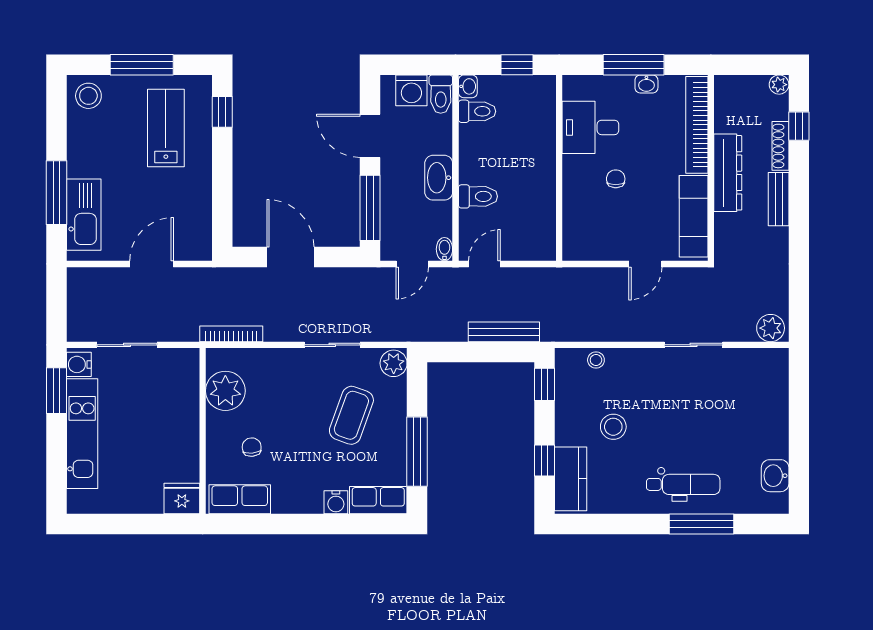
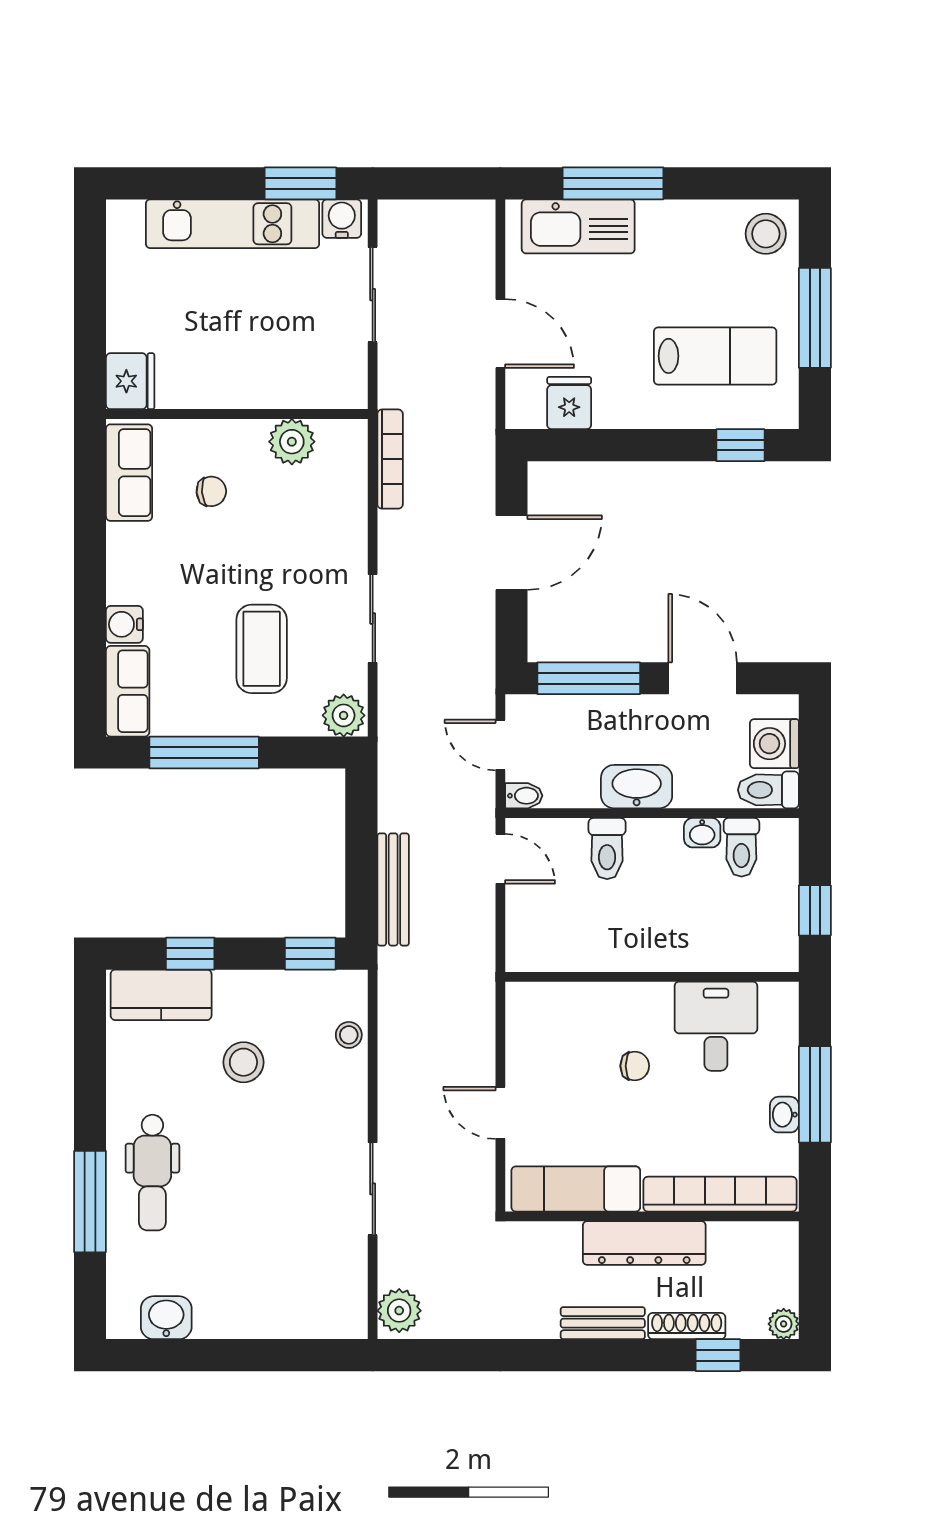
washbasin: (468, 86) -> (702, 833), moved
door: (370, 136) -> (703, 678), hinge flipped
fridge: (196, 220) -> (569, 403), added
plant: (225, 391) -> (292, 442), width x0.73, depth x0.73
coffee table: (351, 415) -> (262, 649), turned 70

